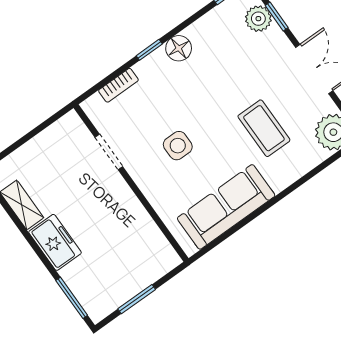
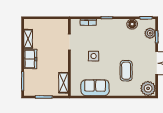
floor lamp: (179, 48) -> (132, 24), moved
sofa: (226, 207) -> (95, 88), width x0.73
shelving: (156, 242) -> (63, 83), added

